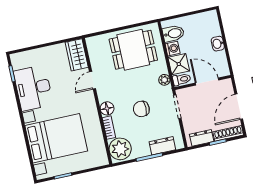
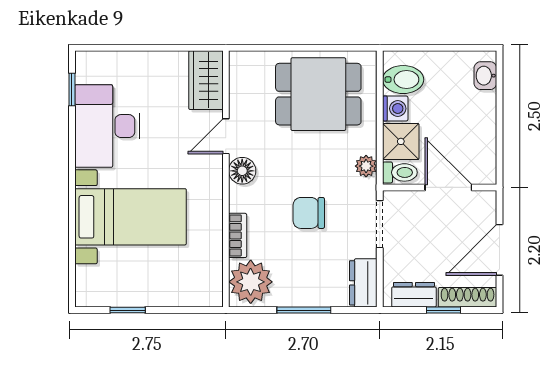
washbasin: (218, 44) -> (485, 76), moved
floor lamp: (107, 108) -> (242, 171), moved
bed with nightstands: (56, 138) -> (130, 217), width x0.73
dresser: (162, 146) -> (363, 283), moved, turned -90

